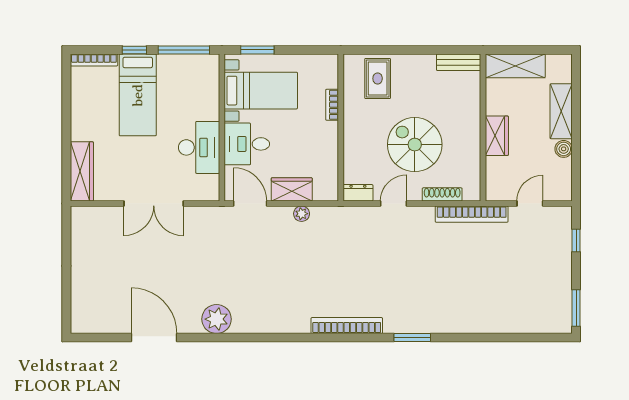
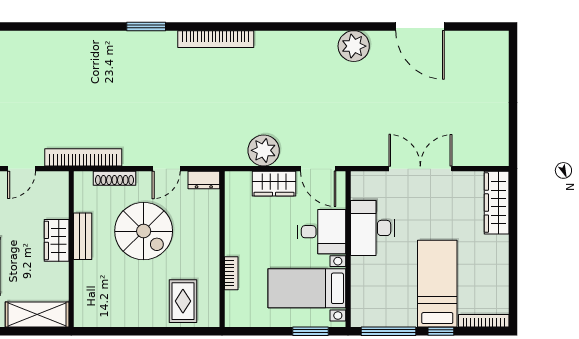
bench: (459, 62) -> (83, 236), moved, turned 90
plant: (302, 214) -> (264, 150), width x1.87, depth x1.87

